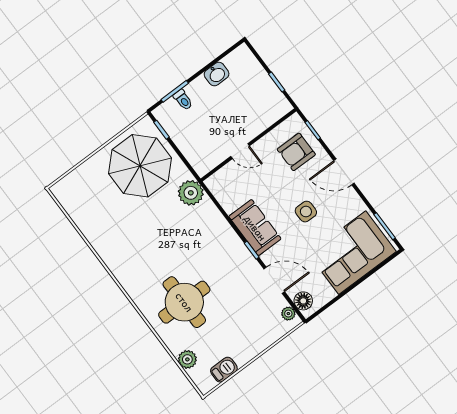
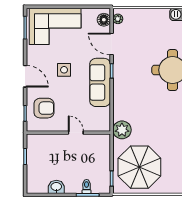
sofa: (255, 228) -> (100, 82), width x1.36

